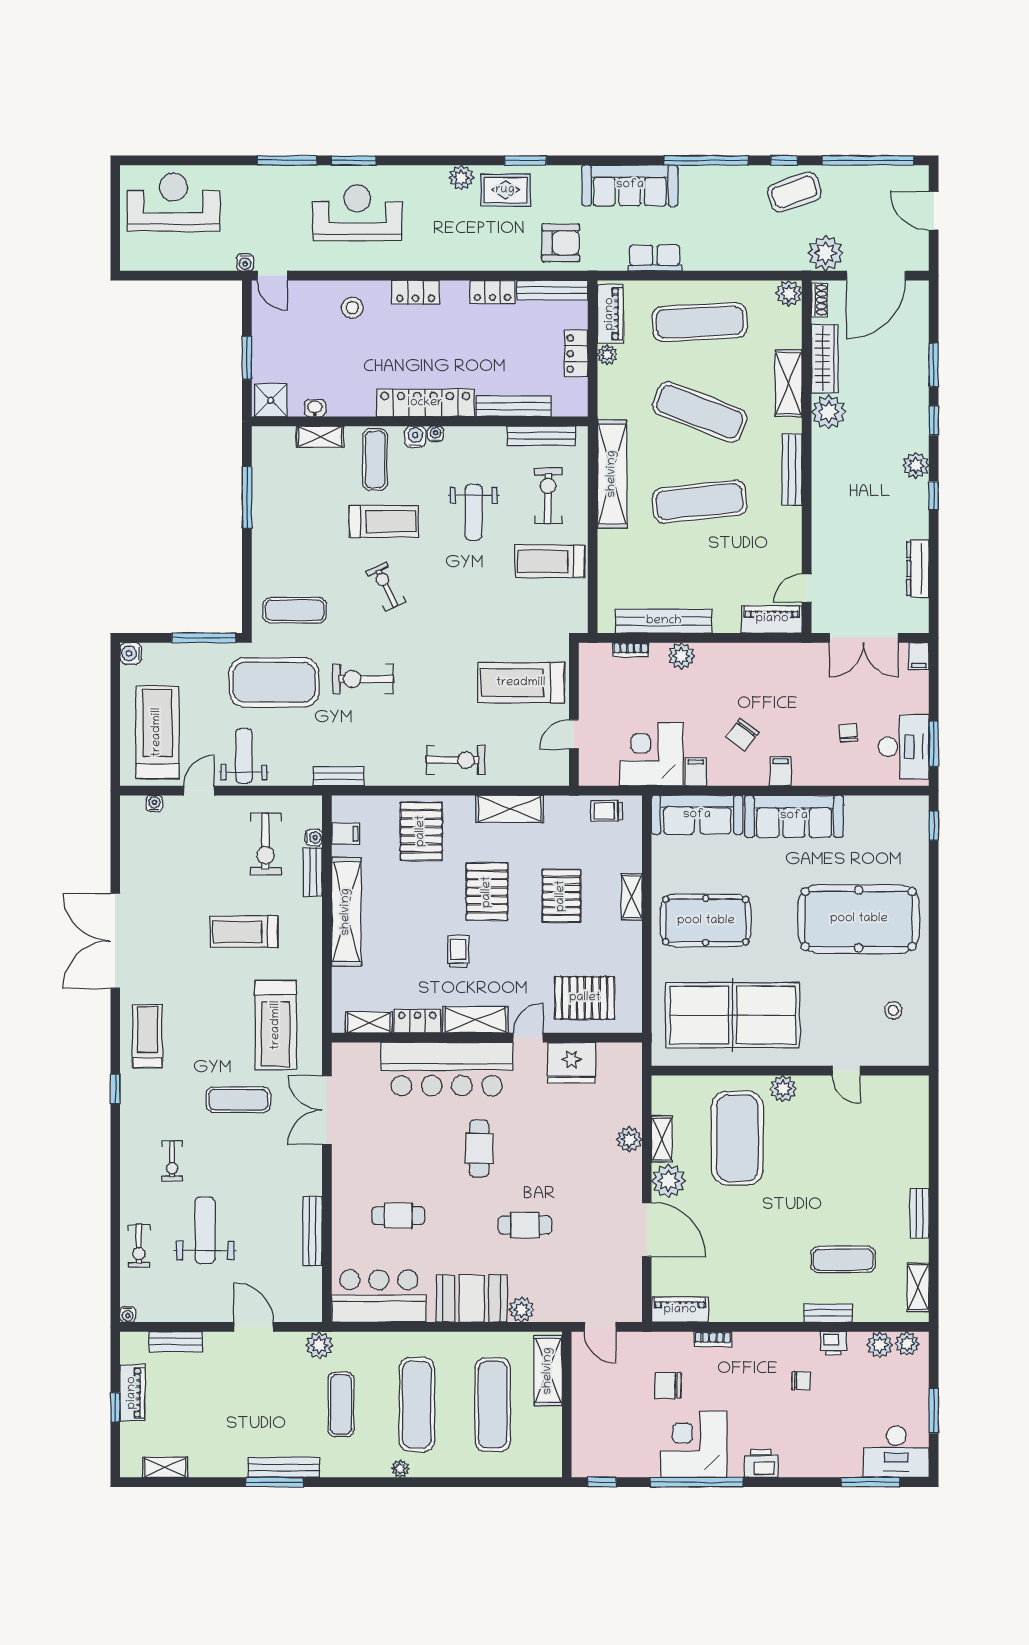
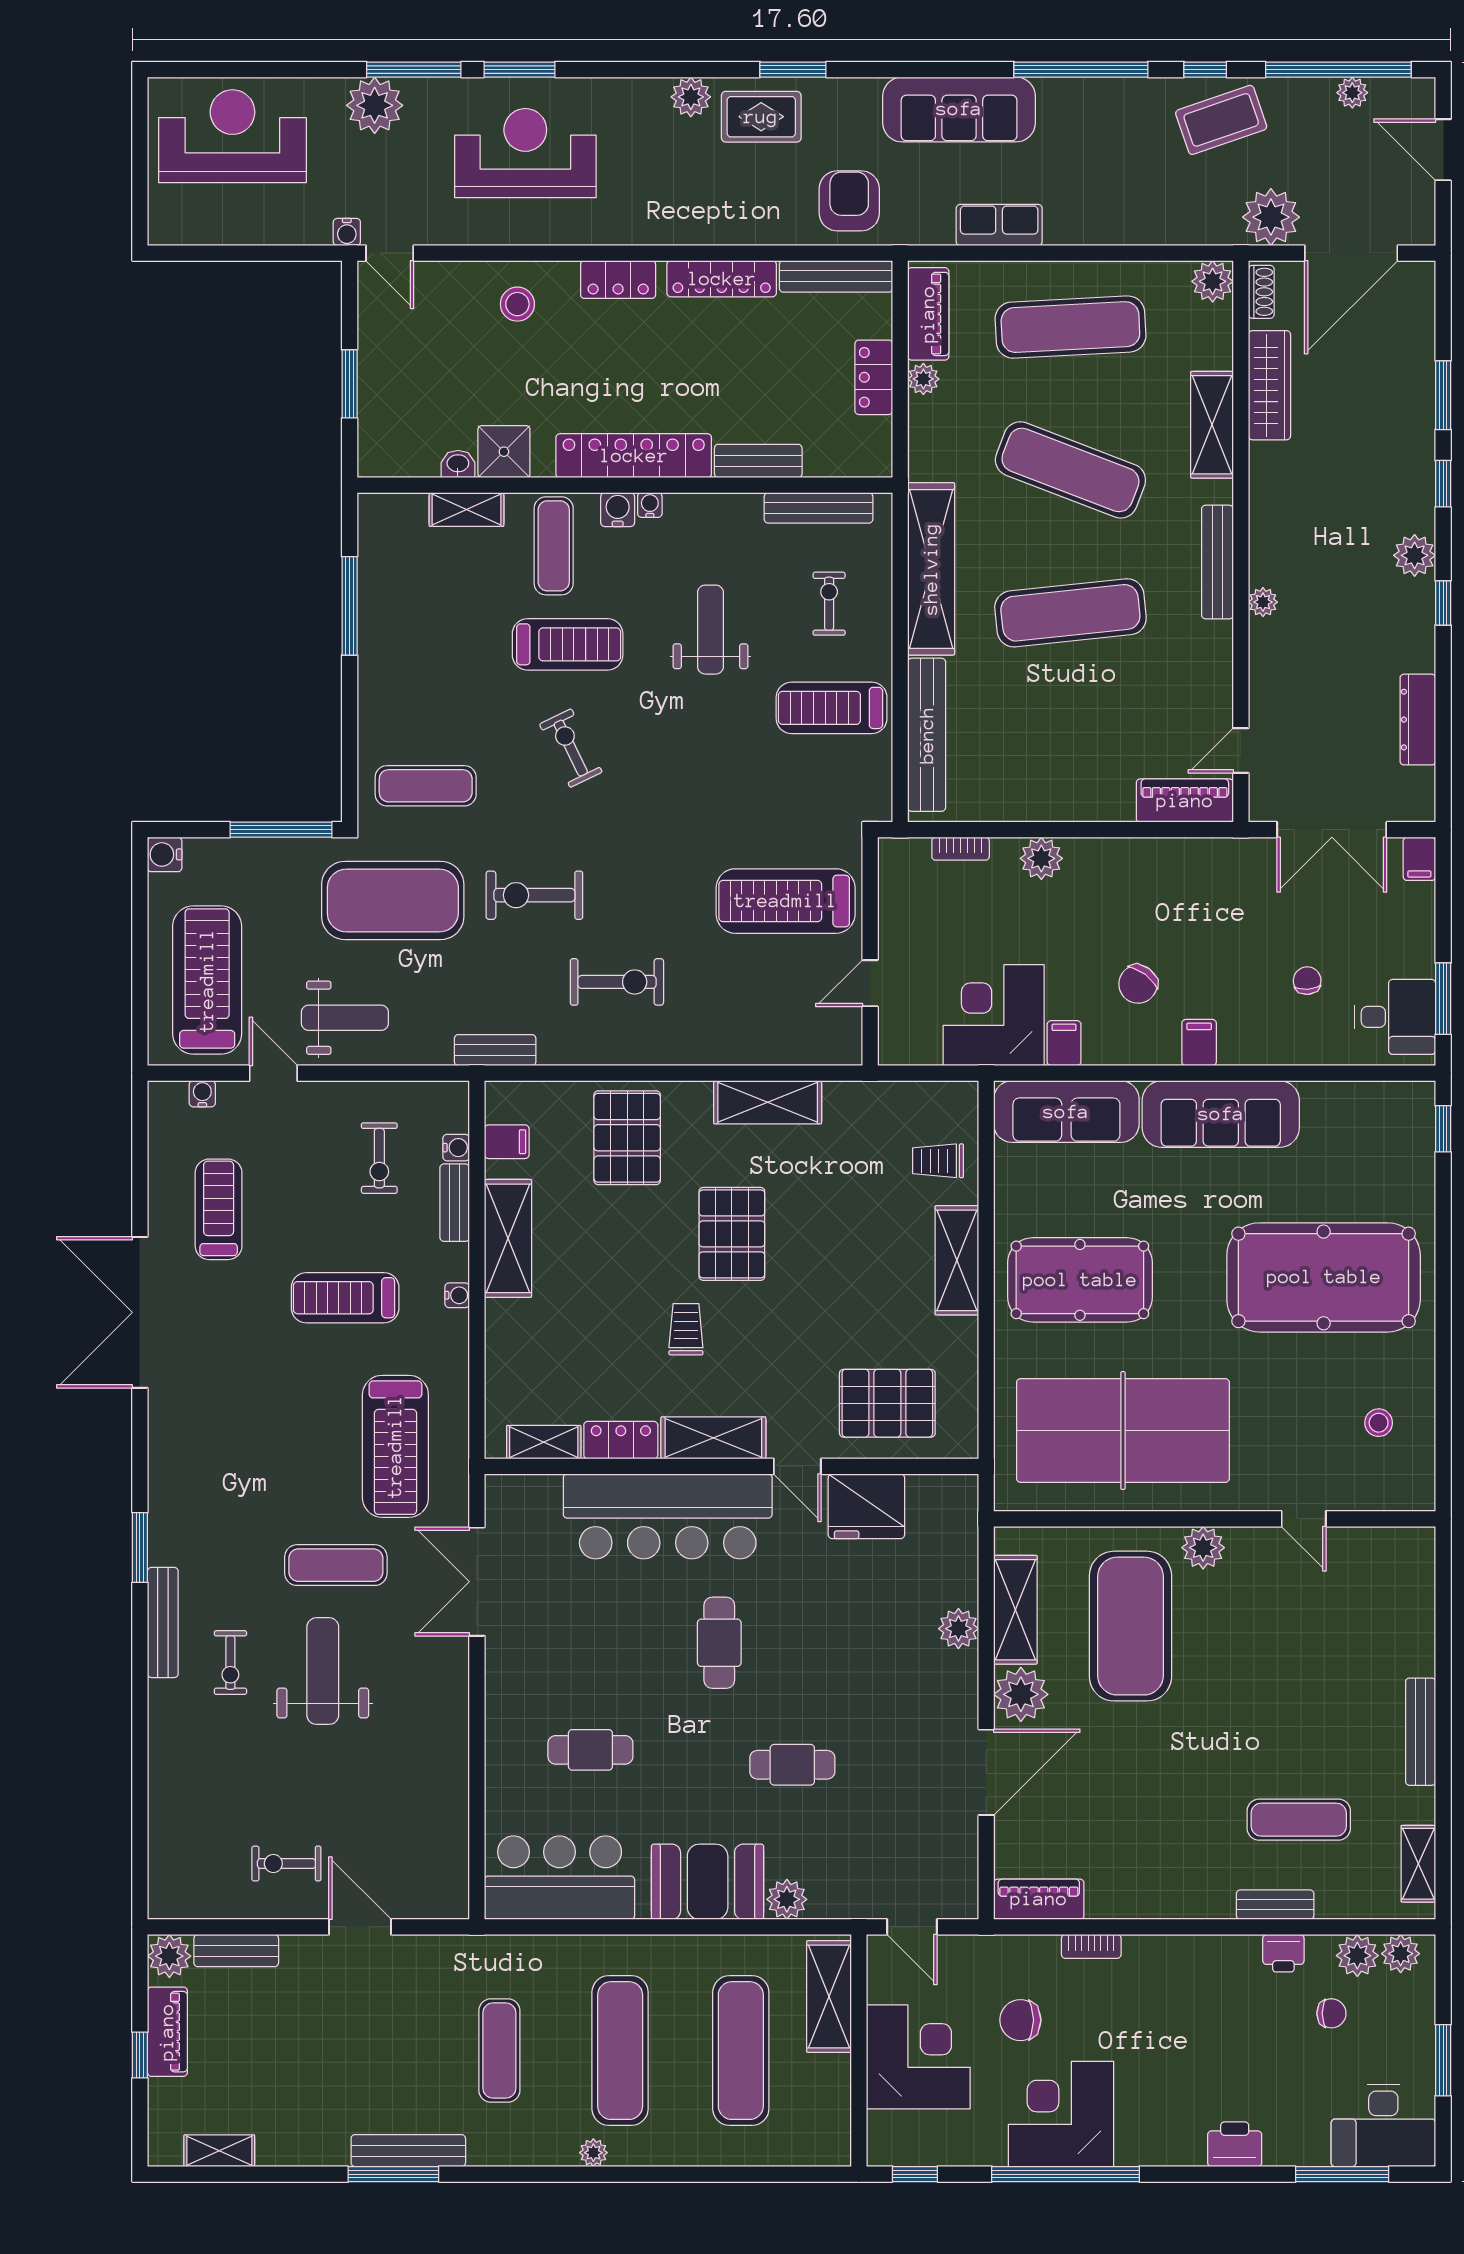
plant: (877, 175) -> (1352, 93), added
plant: (263, 183) -> (375, 105), added
armchair: (561, 243) -> (849, 201), turned -90
locker: (492, 292) -> (722, 279), width x1.53
shower: (271, 400) -> (504, 452), moved
bench: (514, 406) -> (758, 461), width x0.73
plant: (829, 412) -> (1263, 602), moved, width x0.53, depth x0.53
exercise bike: (548, 496) -> (829, 604), width x0.73, depth x0.72
weight bench: (474, 512) -> (710, 630), turned 180
bench: (664, 621) -> (927, 735), moved, turned 90
desk: (904, 747) -> (1395, 1017), width x0.73
weight bench: (244, 756) -> (345, 1018), turned 90
exercise bike: (456, 760) -> (617, 982), moved
door: (199, 791) -> (273, 1073), hinge flipped
trolley: (607, 811) -> (938, 1161), moved
exercise bike: (266, 844) -> (379, 1158), width x0.73, depth x0.72
pallet: (561, 896) -> (850, 1241), removed
shelving: (632, 897) -> (957, 1260), width x1.50, depth x1.33
shelving: (346, 912) -> (508, 1238), width x0.68
treadmill: (147, 1036) -> (219, 1209), moved
door: (528, 1038) -> (797, 1466), swing flipped
window: (115, 1089) -> (140, 1548), width x1.50
shelving: (662, 1139) -> (1015, 1610), width x1.50, depth x1.33
bench: (920, 1213) -> (1421, 1732), width x1.36
weight bench: (205, 1230) -> (323, 1671), moved
door: (647, 1230) -> (986, 1772), hinge flipped
bench: (313, 1231) -> (163, 1622), moved
exercise bike: (139, 1246) -> (286, 1864), moved, turned 90
water cooler: (128, 1314) -> (457, 1295), moved, turned -90
plant: (319, 1345) -> (169, 1956), moved
chair: (801, 1381) -> (1331, 2013), moved
corner desk: (604, 1409) -> (918, 2057), added
printer: (761, 1463) -> (1235, 2144), moved

